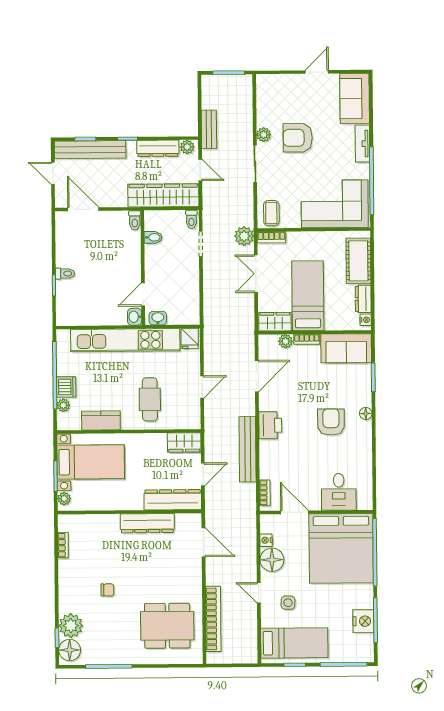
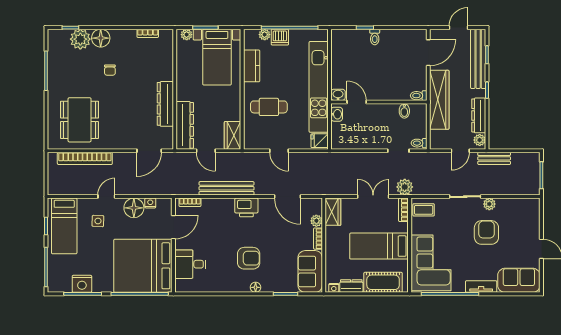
wardrobe: (163, 195) -> (439, 100), moved
bed: (308, 296) -> (379, 246), moved, turned 180
floor lamp: (70, 650) -> (101, 38), moved

